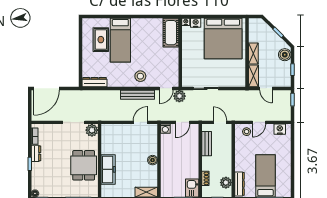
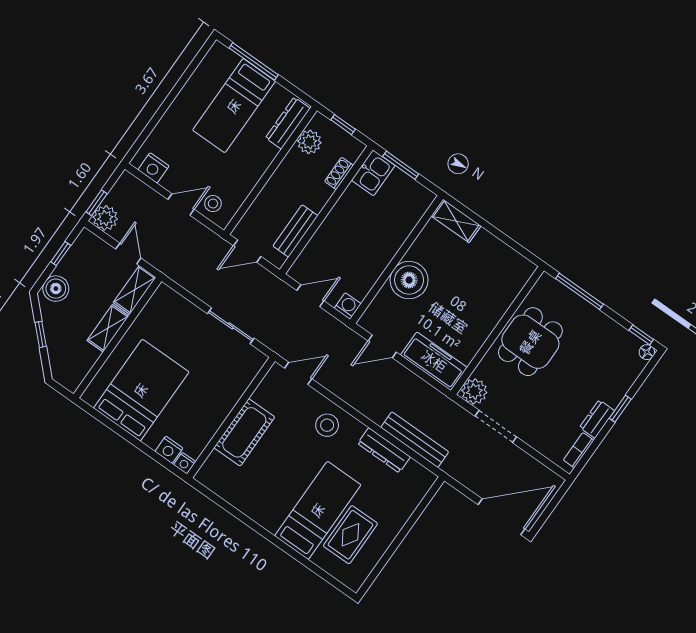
cot: (171, 33) -> (244, 432), moved
bed: (223, 38) -> (141, 390), width x0.73
dresser: (94, 82) -> (384, 450), moved
bench: (137, 95) -> (415, 440), moved
plant: (179, 96) -> (105, 218), moved
door: (220, 122) -> (247, 251), hinge flipped
boiler: (153, 160) -> (409, 280), width x1.86, depth x1.86
freezer: (108, 169) -> (434, 361), moved, turned 90

